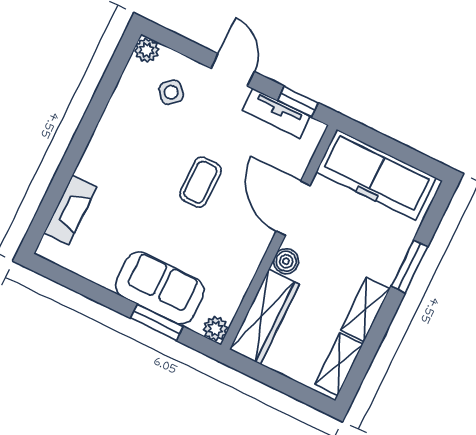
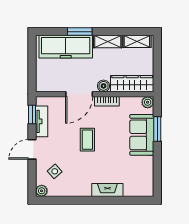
freezer: (376, 175) -> (66, 47), moved, turned 90
coffee table: (200, 182) -> (87, 140), turned 90
fireplace: (70, 210) -> (107, 190), moved
bookcase: (254, 254) -> (107, 101), added

